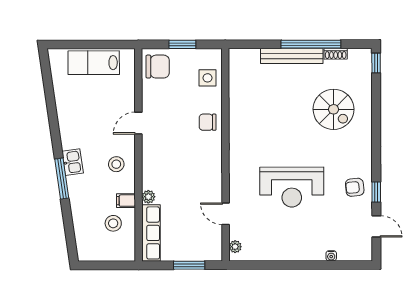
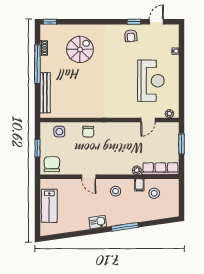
bench: (292, 56) -> (45, 93), moved
kitchen sink: (73, 162) -> (98, 222), moved
reception desk: (292, 187) -> (151, 81), moved

